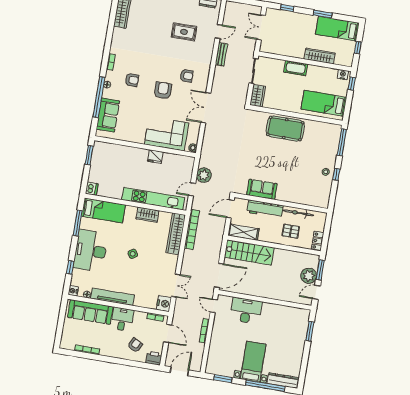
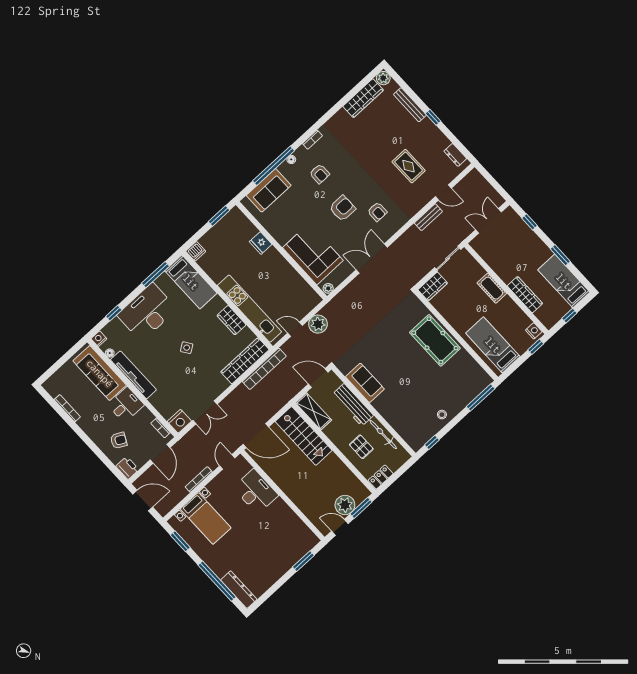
fridge: (155, 157) -> (261, 243), moved
window: (336, 174) -> (432, 442), moved
bed with nightstands: (253, 362) -> (206, 518), moved, turned 90

